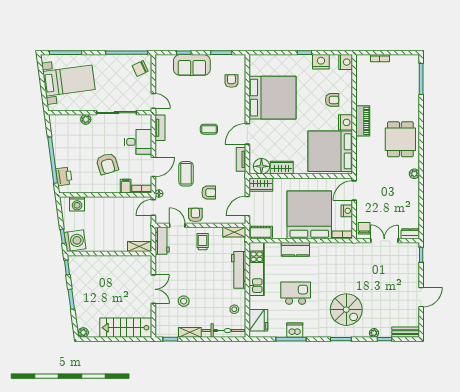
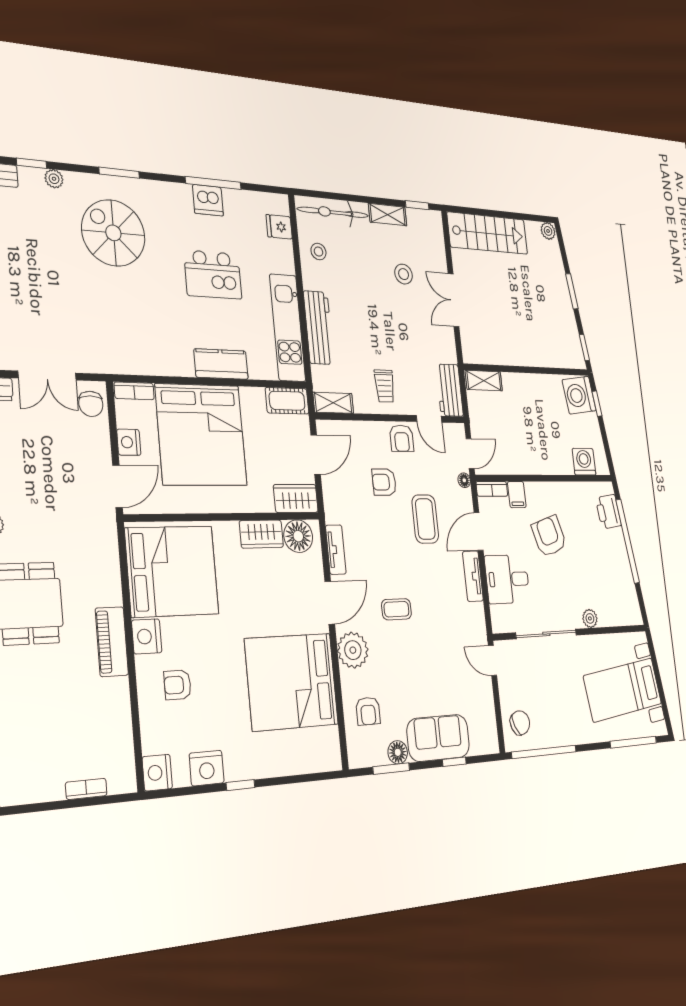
floor lamp: (217, 60) -> (398, 752), added
plant: (237, 111) -> (353, 650), added
tv unit: (160, 128) -> (473, 576), moved
fridge: (258, 320) -> (279, 227), width x0.53, depth x0.75

